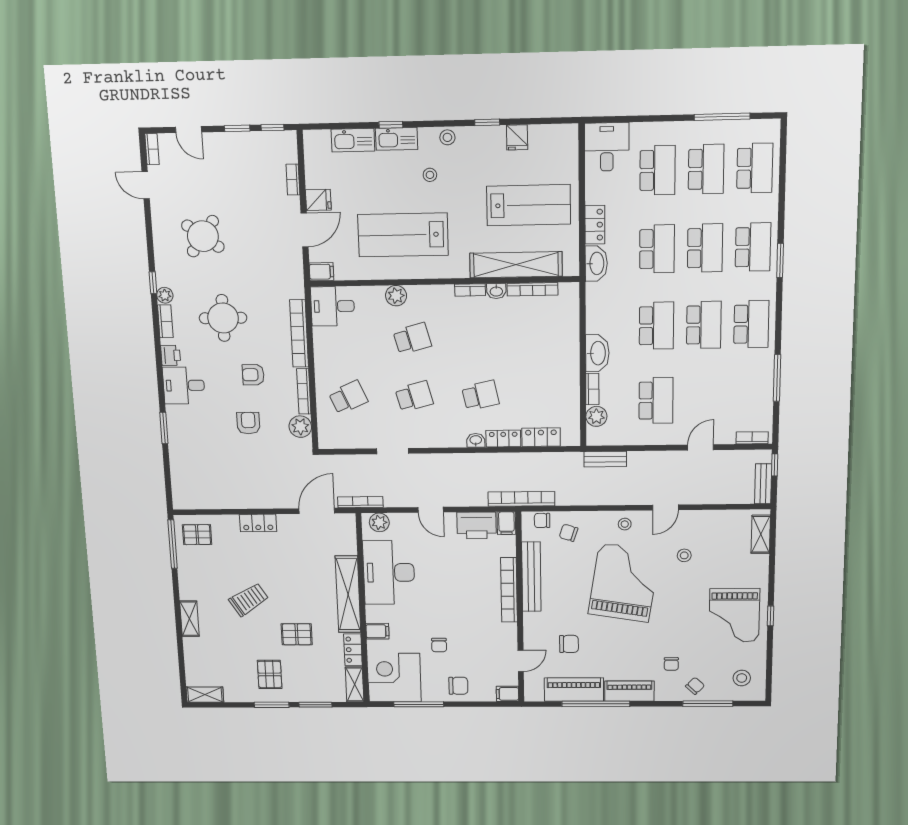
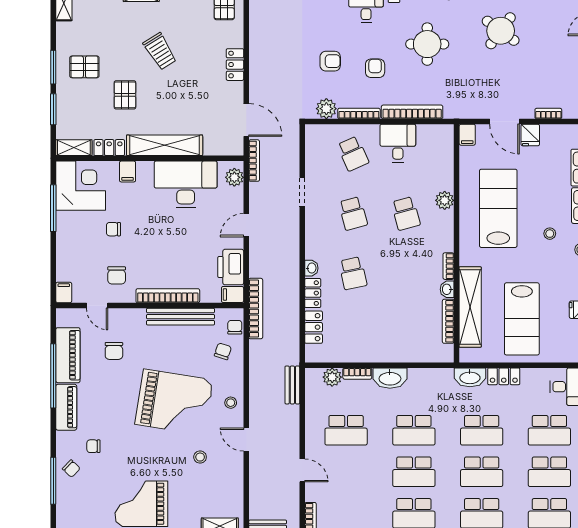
desk: (333, 306) -> (398, 143), moved
stool: (742, 678) -> (79, 512), removed
chair: (458, 686) -> (117, 275), moved

